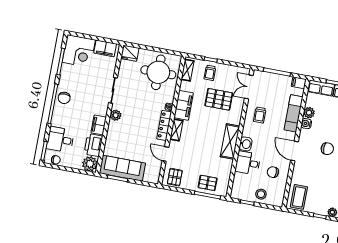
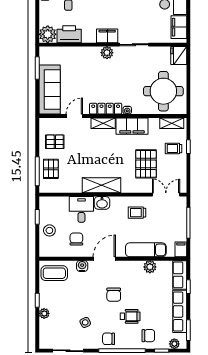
water cooler: (306, 124) -> (82, 266), moved
filing cabinet: (99, 125) -> (107, 36), moved
sofa: (122, 168) -> (50, 89), moved
pallet: (175, 177) -> (55, 142), moved

